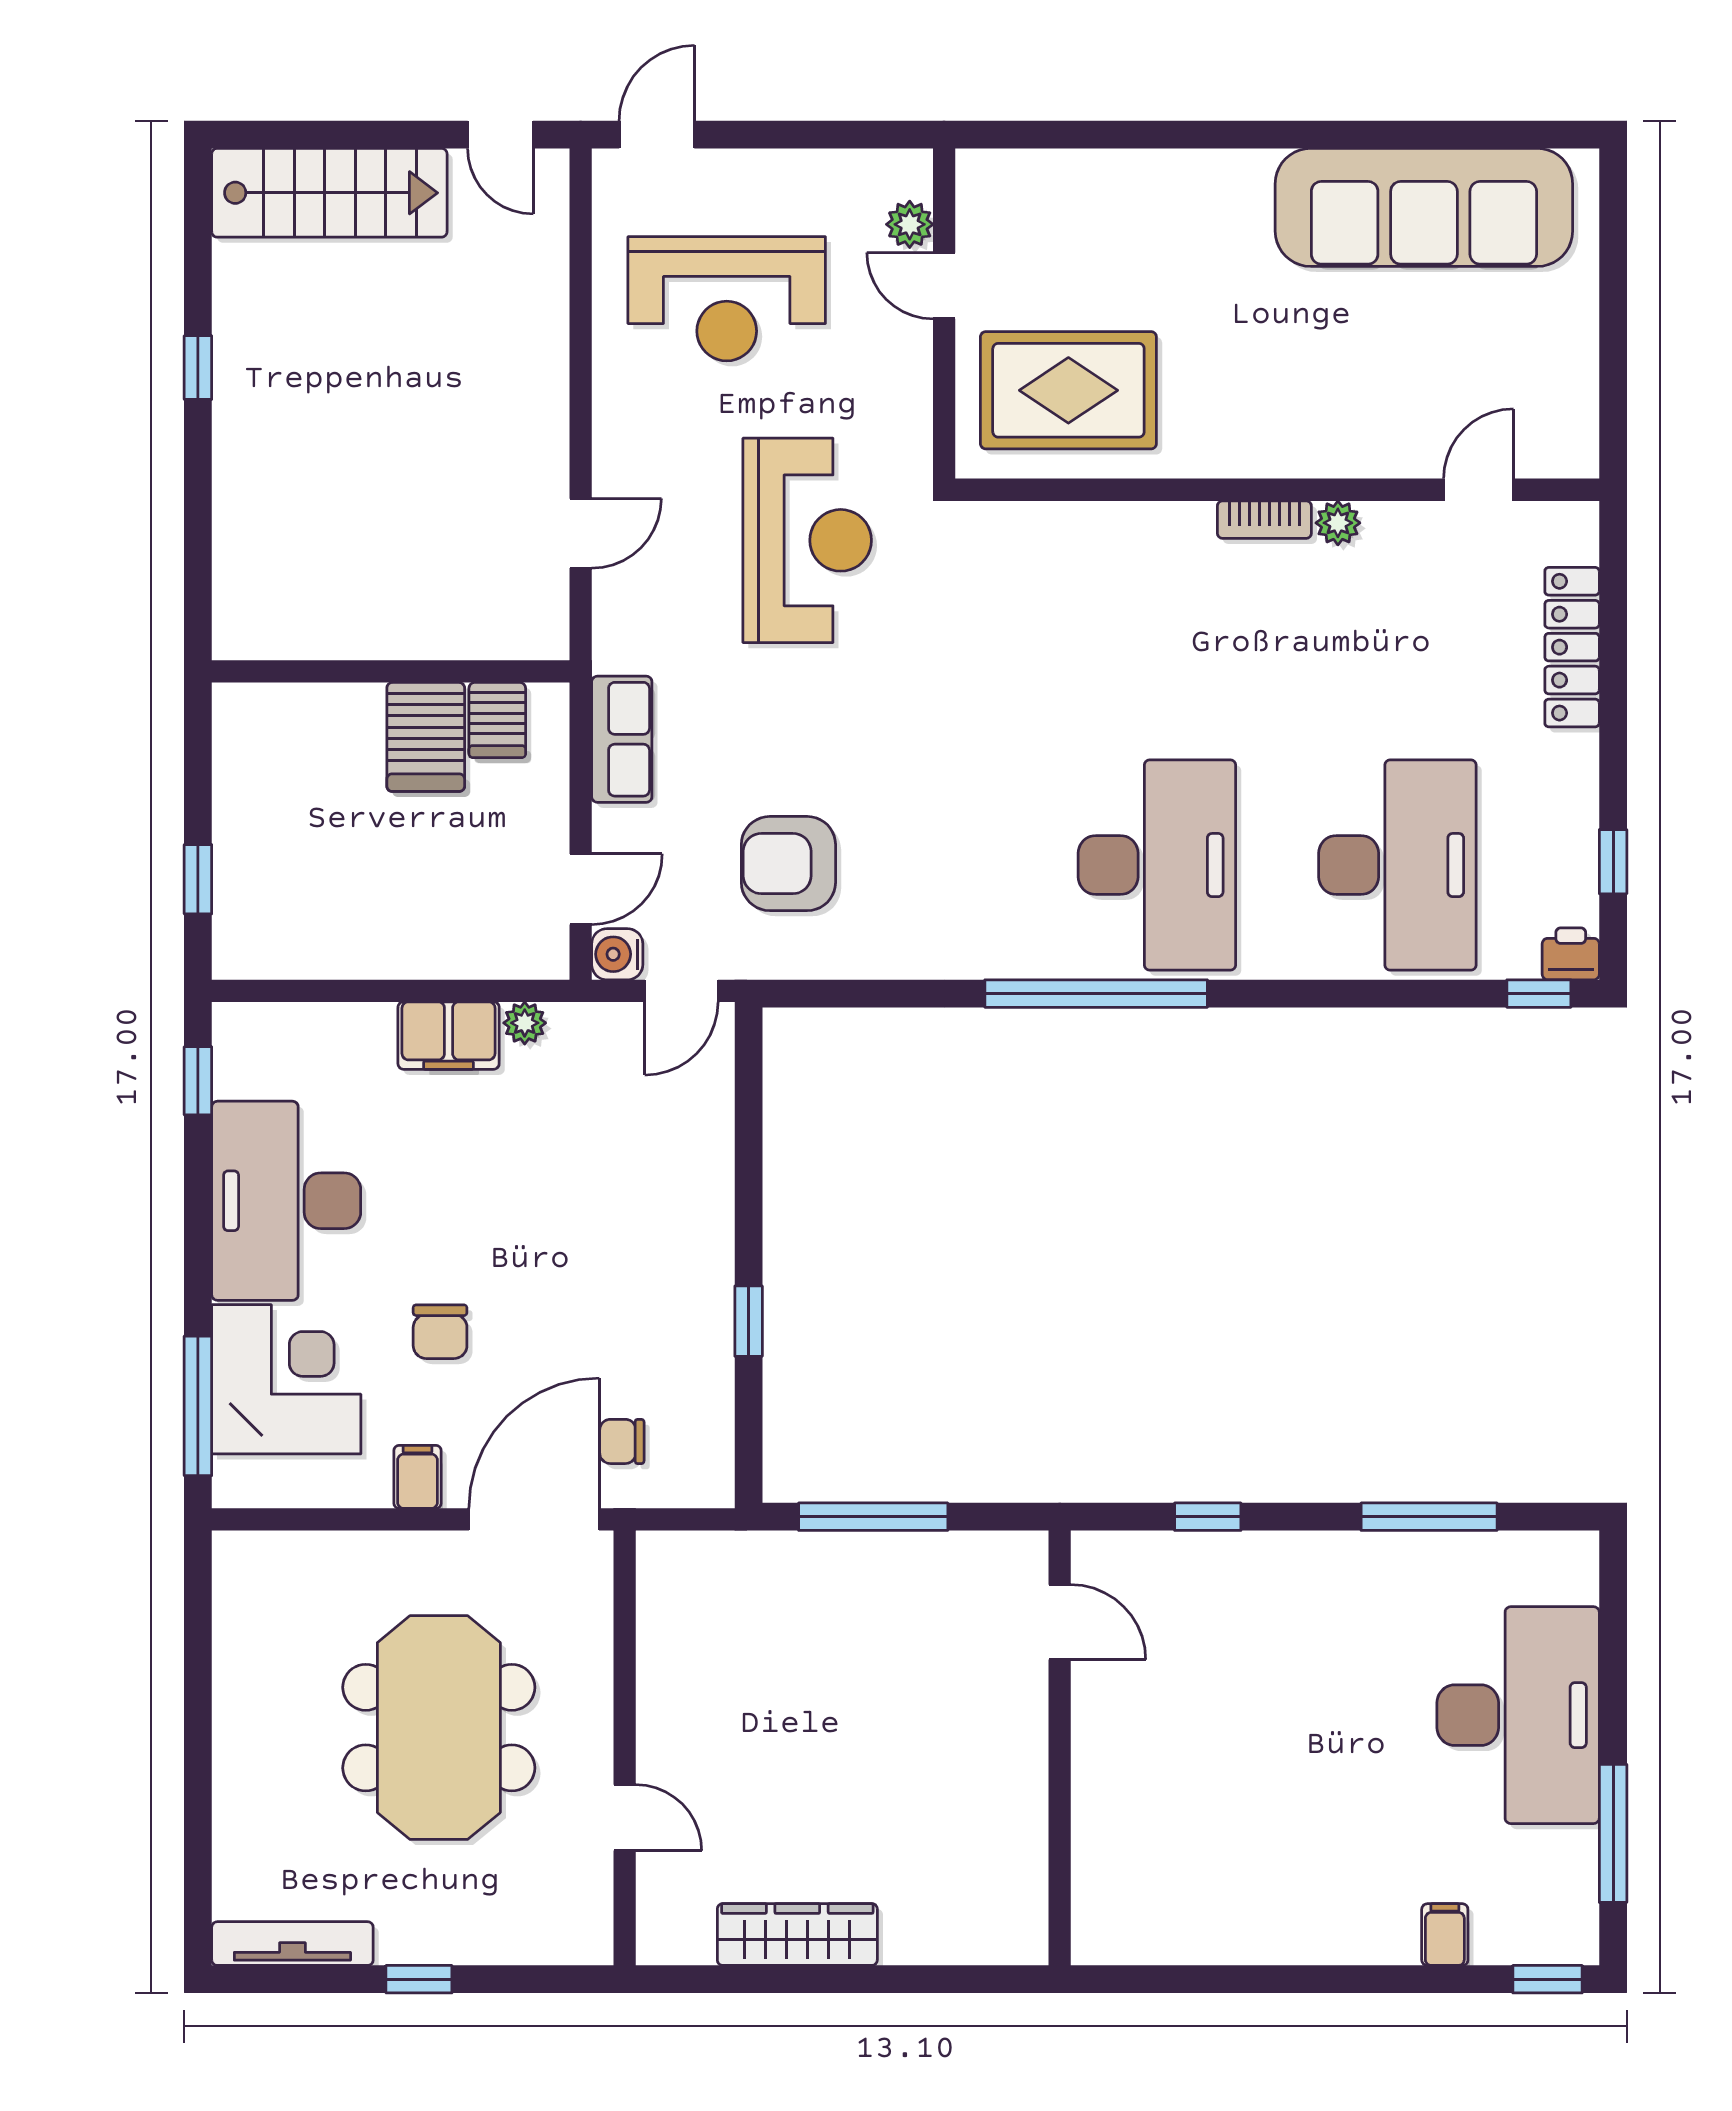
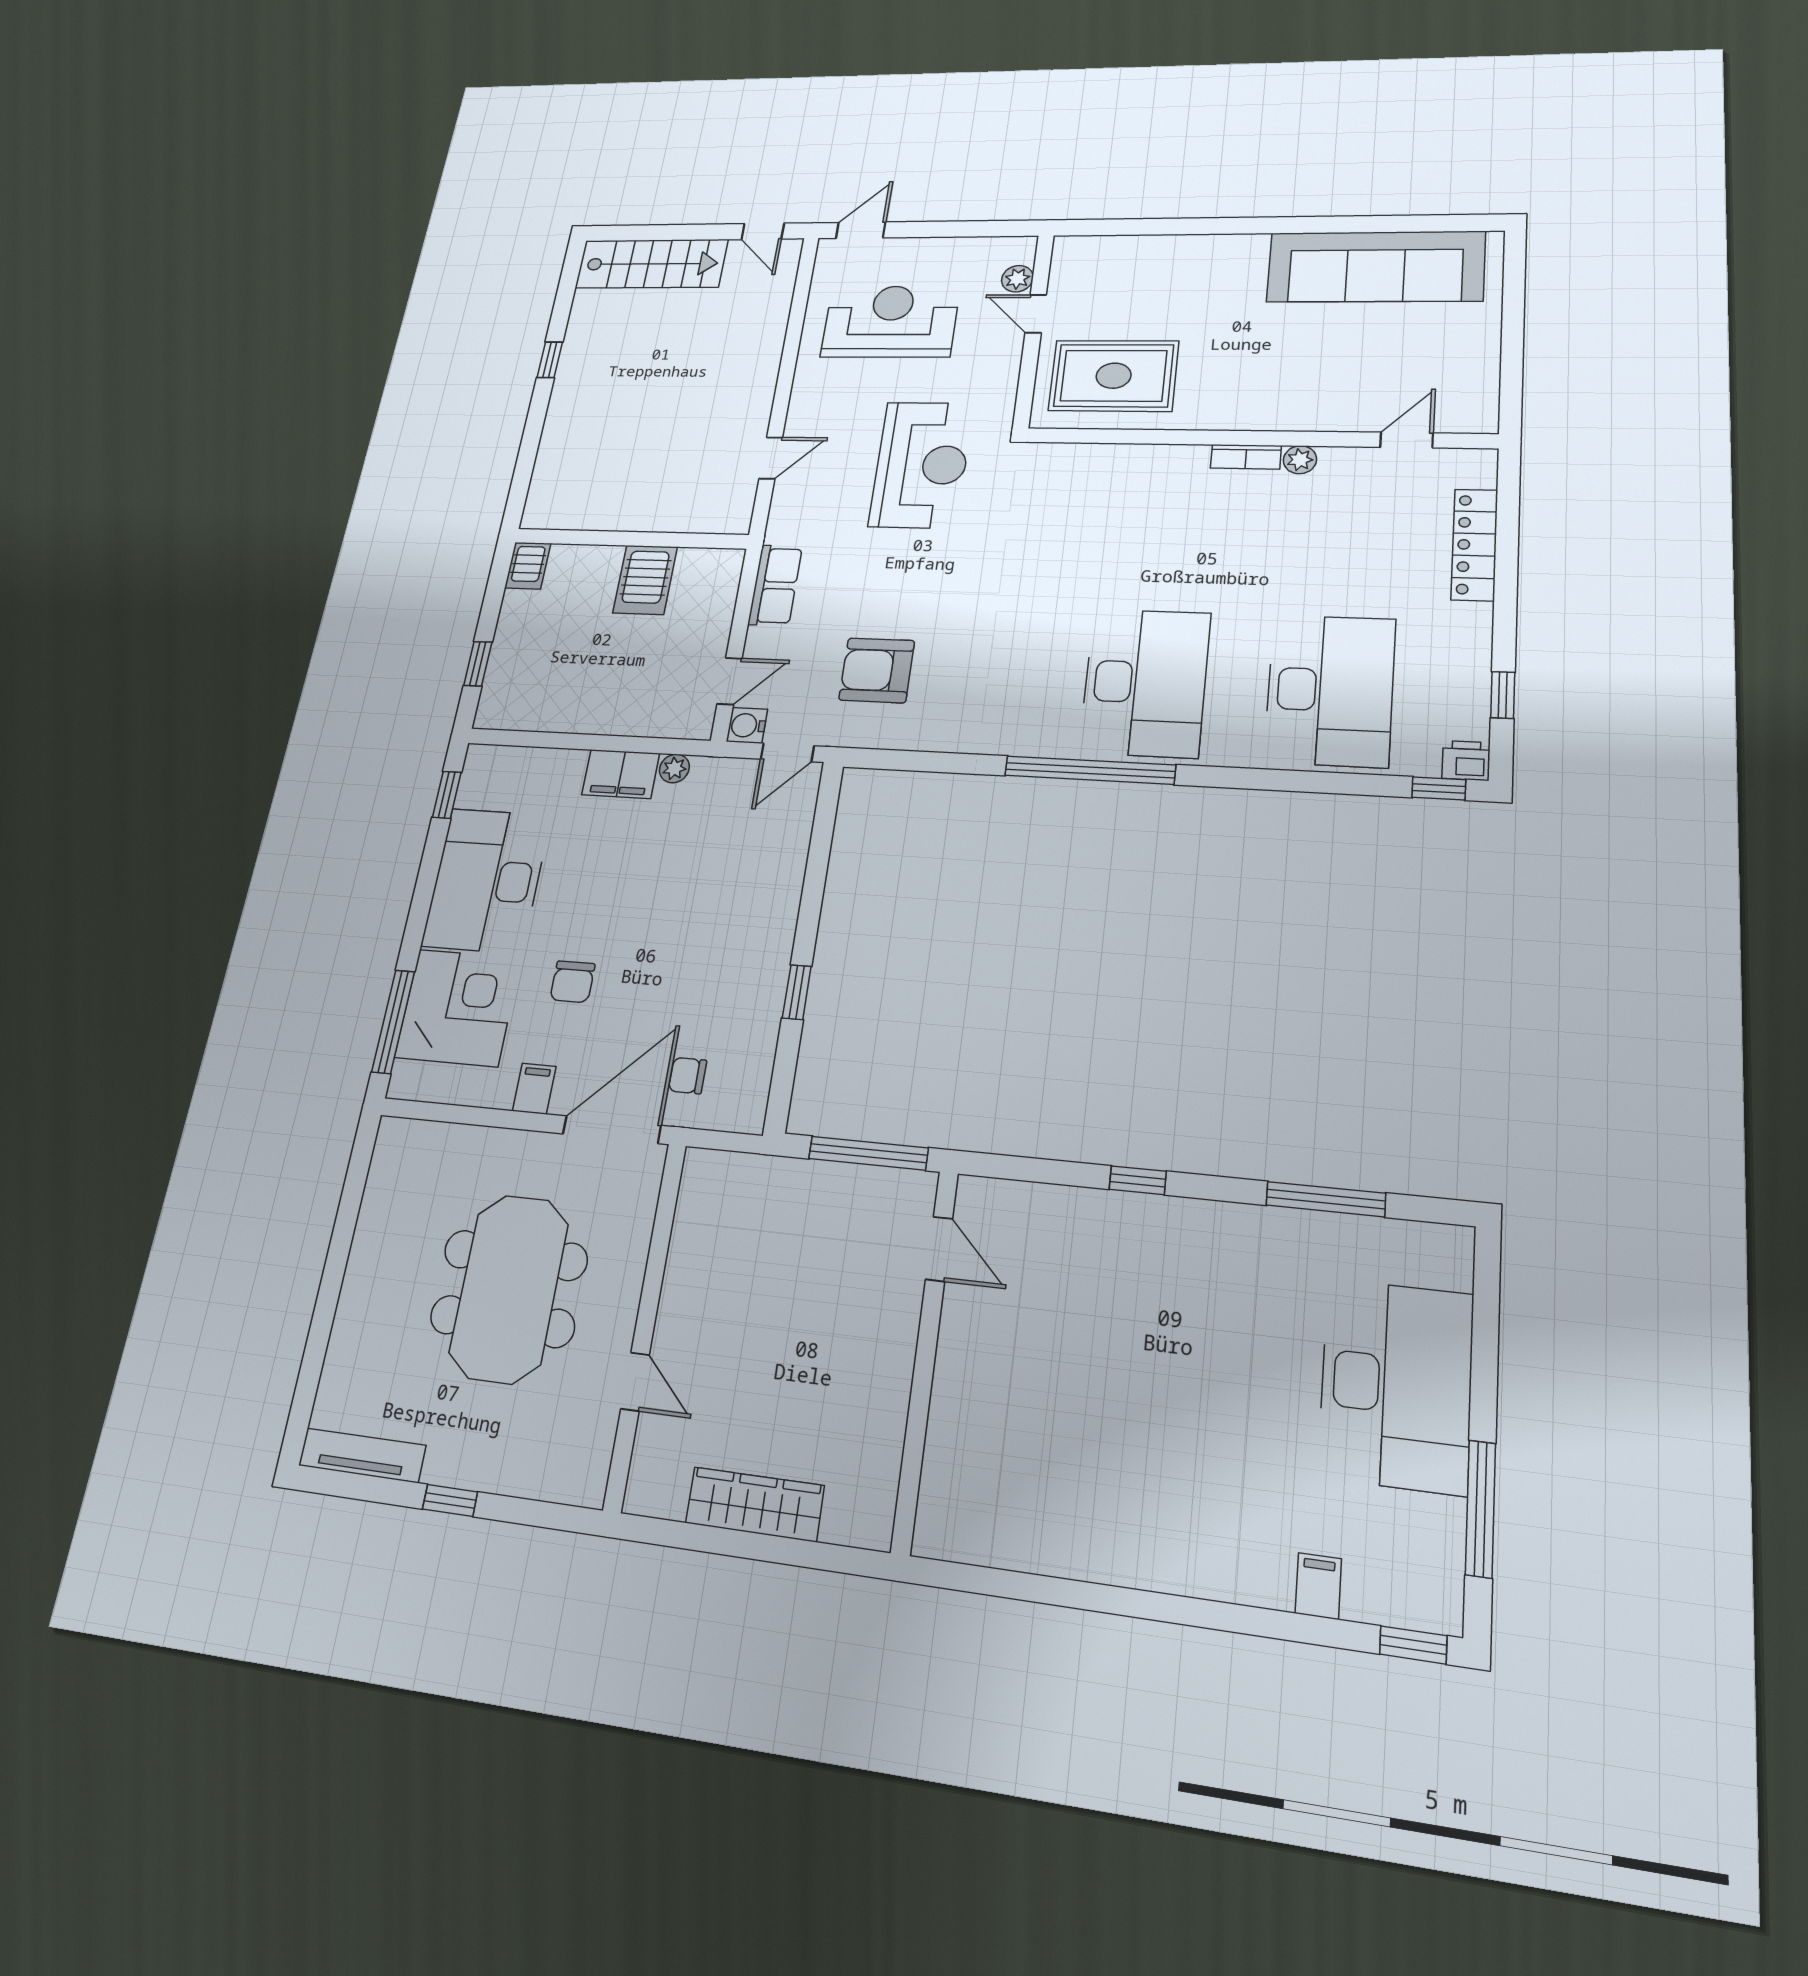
reception desk: (727, 299) -> (890, 322), turned 180
server rack: (497, 720) -> (528, 566), moved
door: (1060, 1622) -> (939, 1249), moved
wall: (1060, 1748) -> (925, 1357), moved

